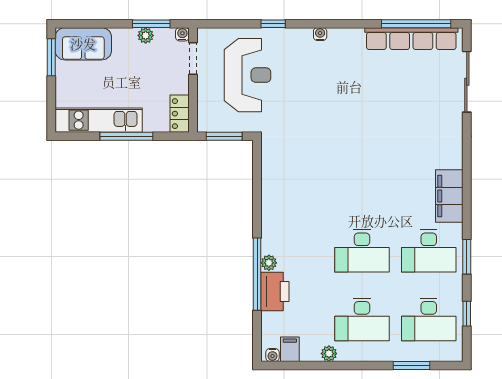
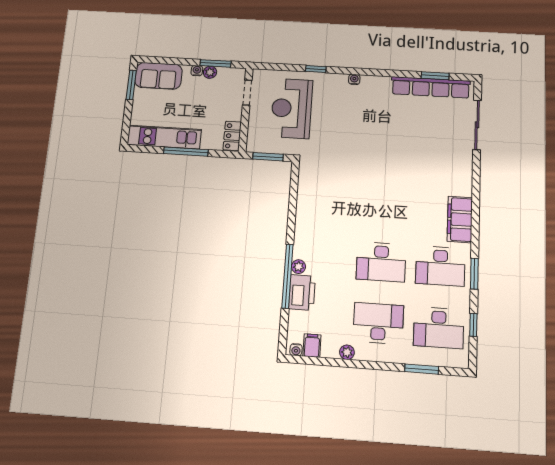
window: (416, 24) -> (435, 76), width x0.47
water cooler: (182, 34) -> (197, 71), moved
reception desk: (248, 75) -> (292, 108), turned 180
desk: (362, 319) -> (378, 323), turned 180

